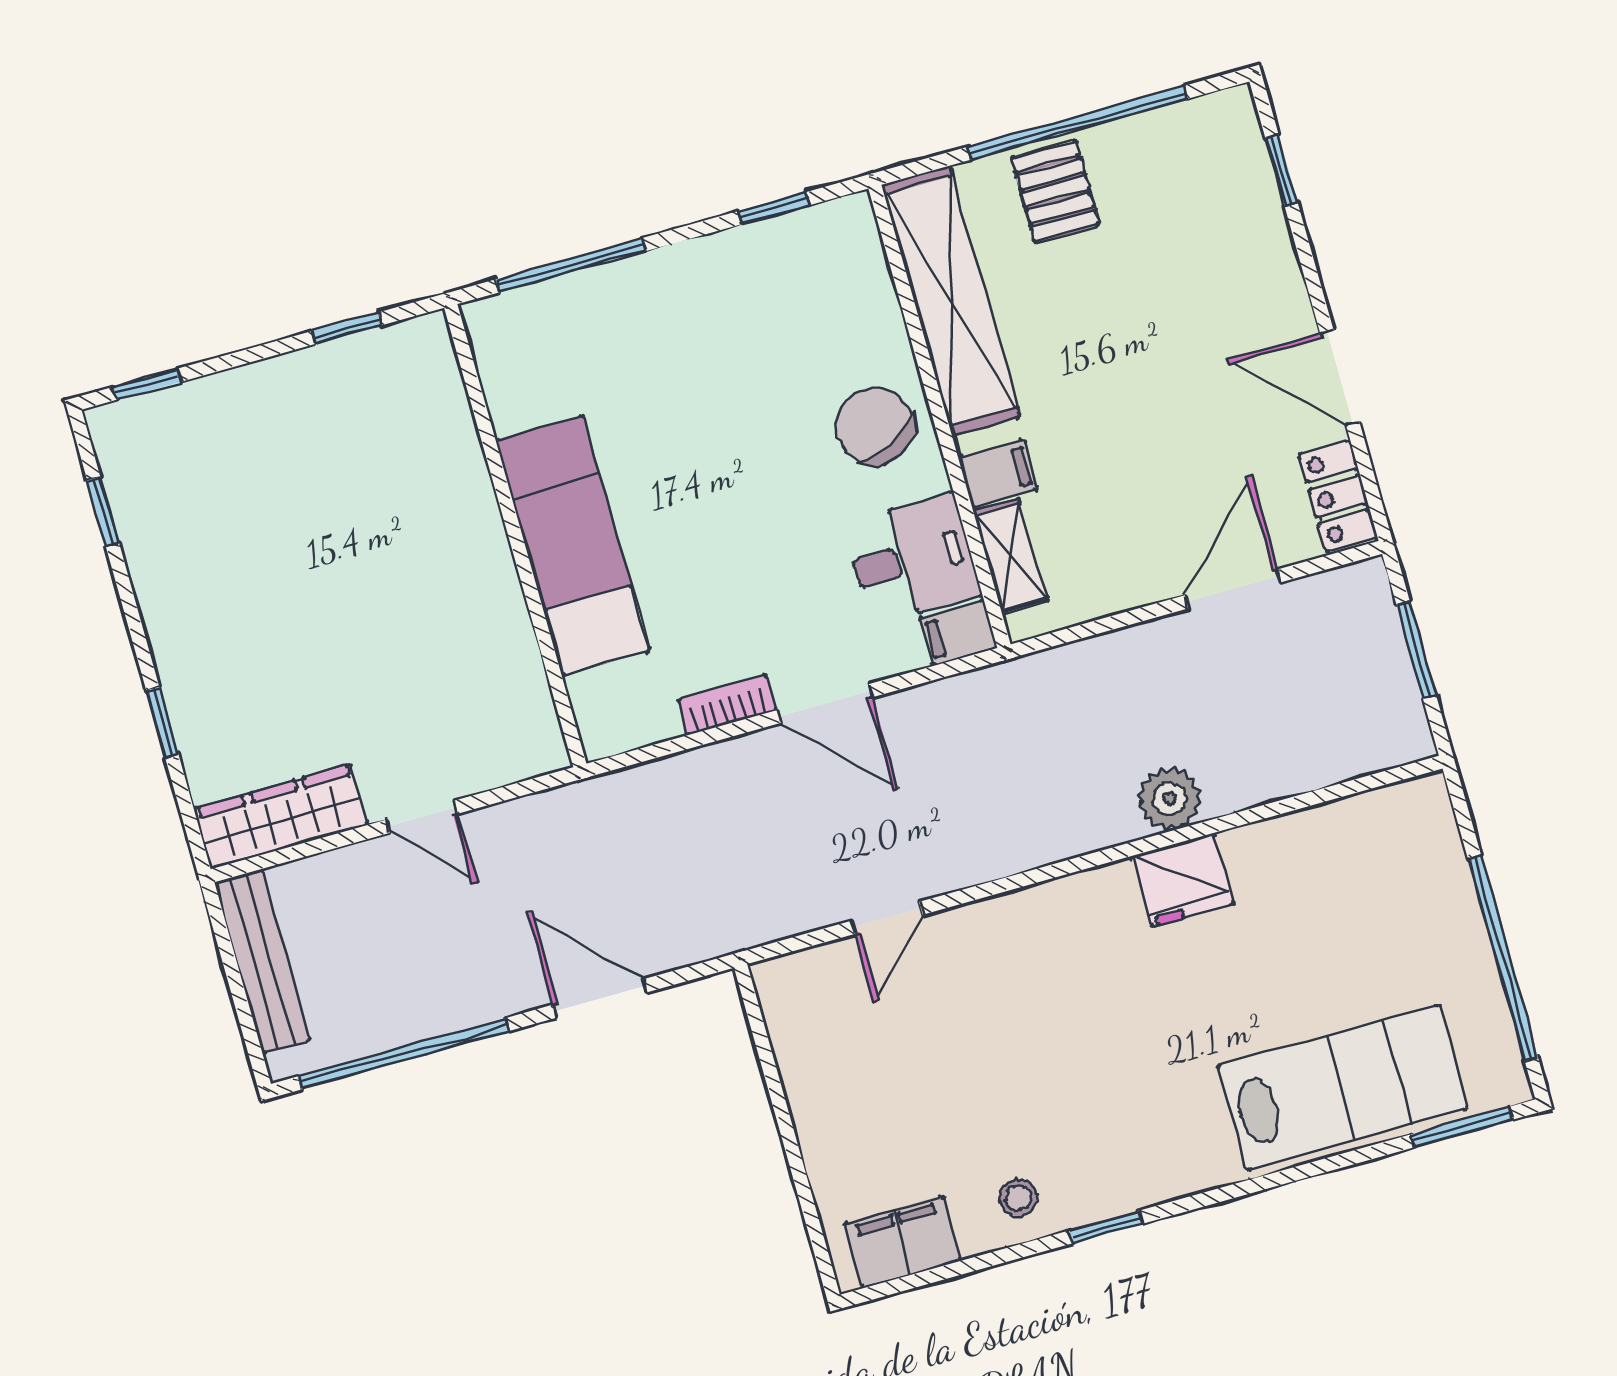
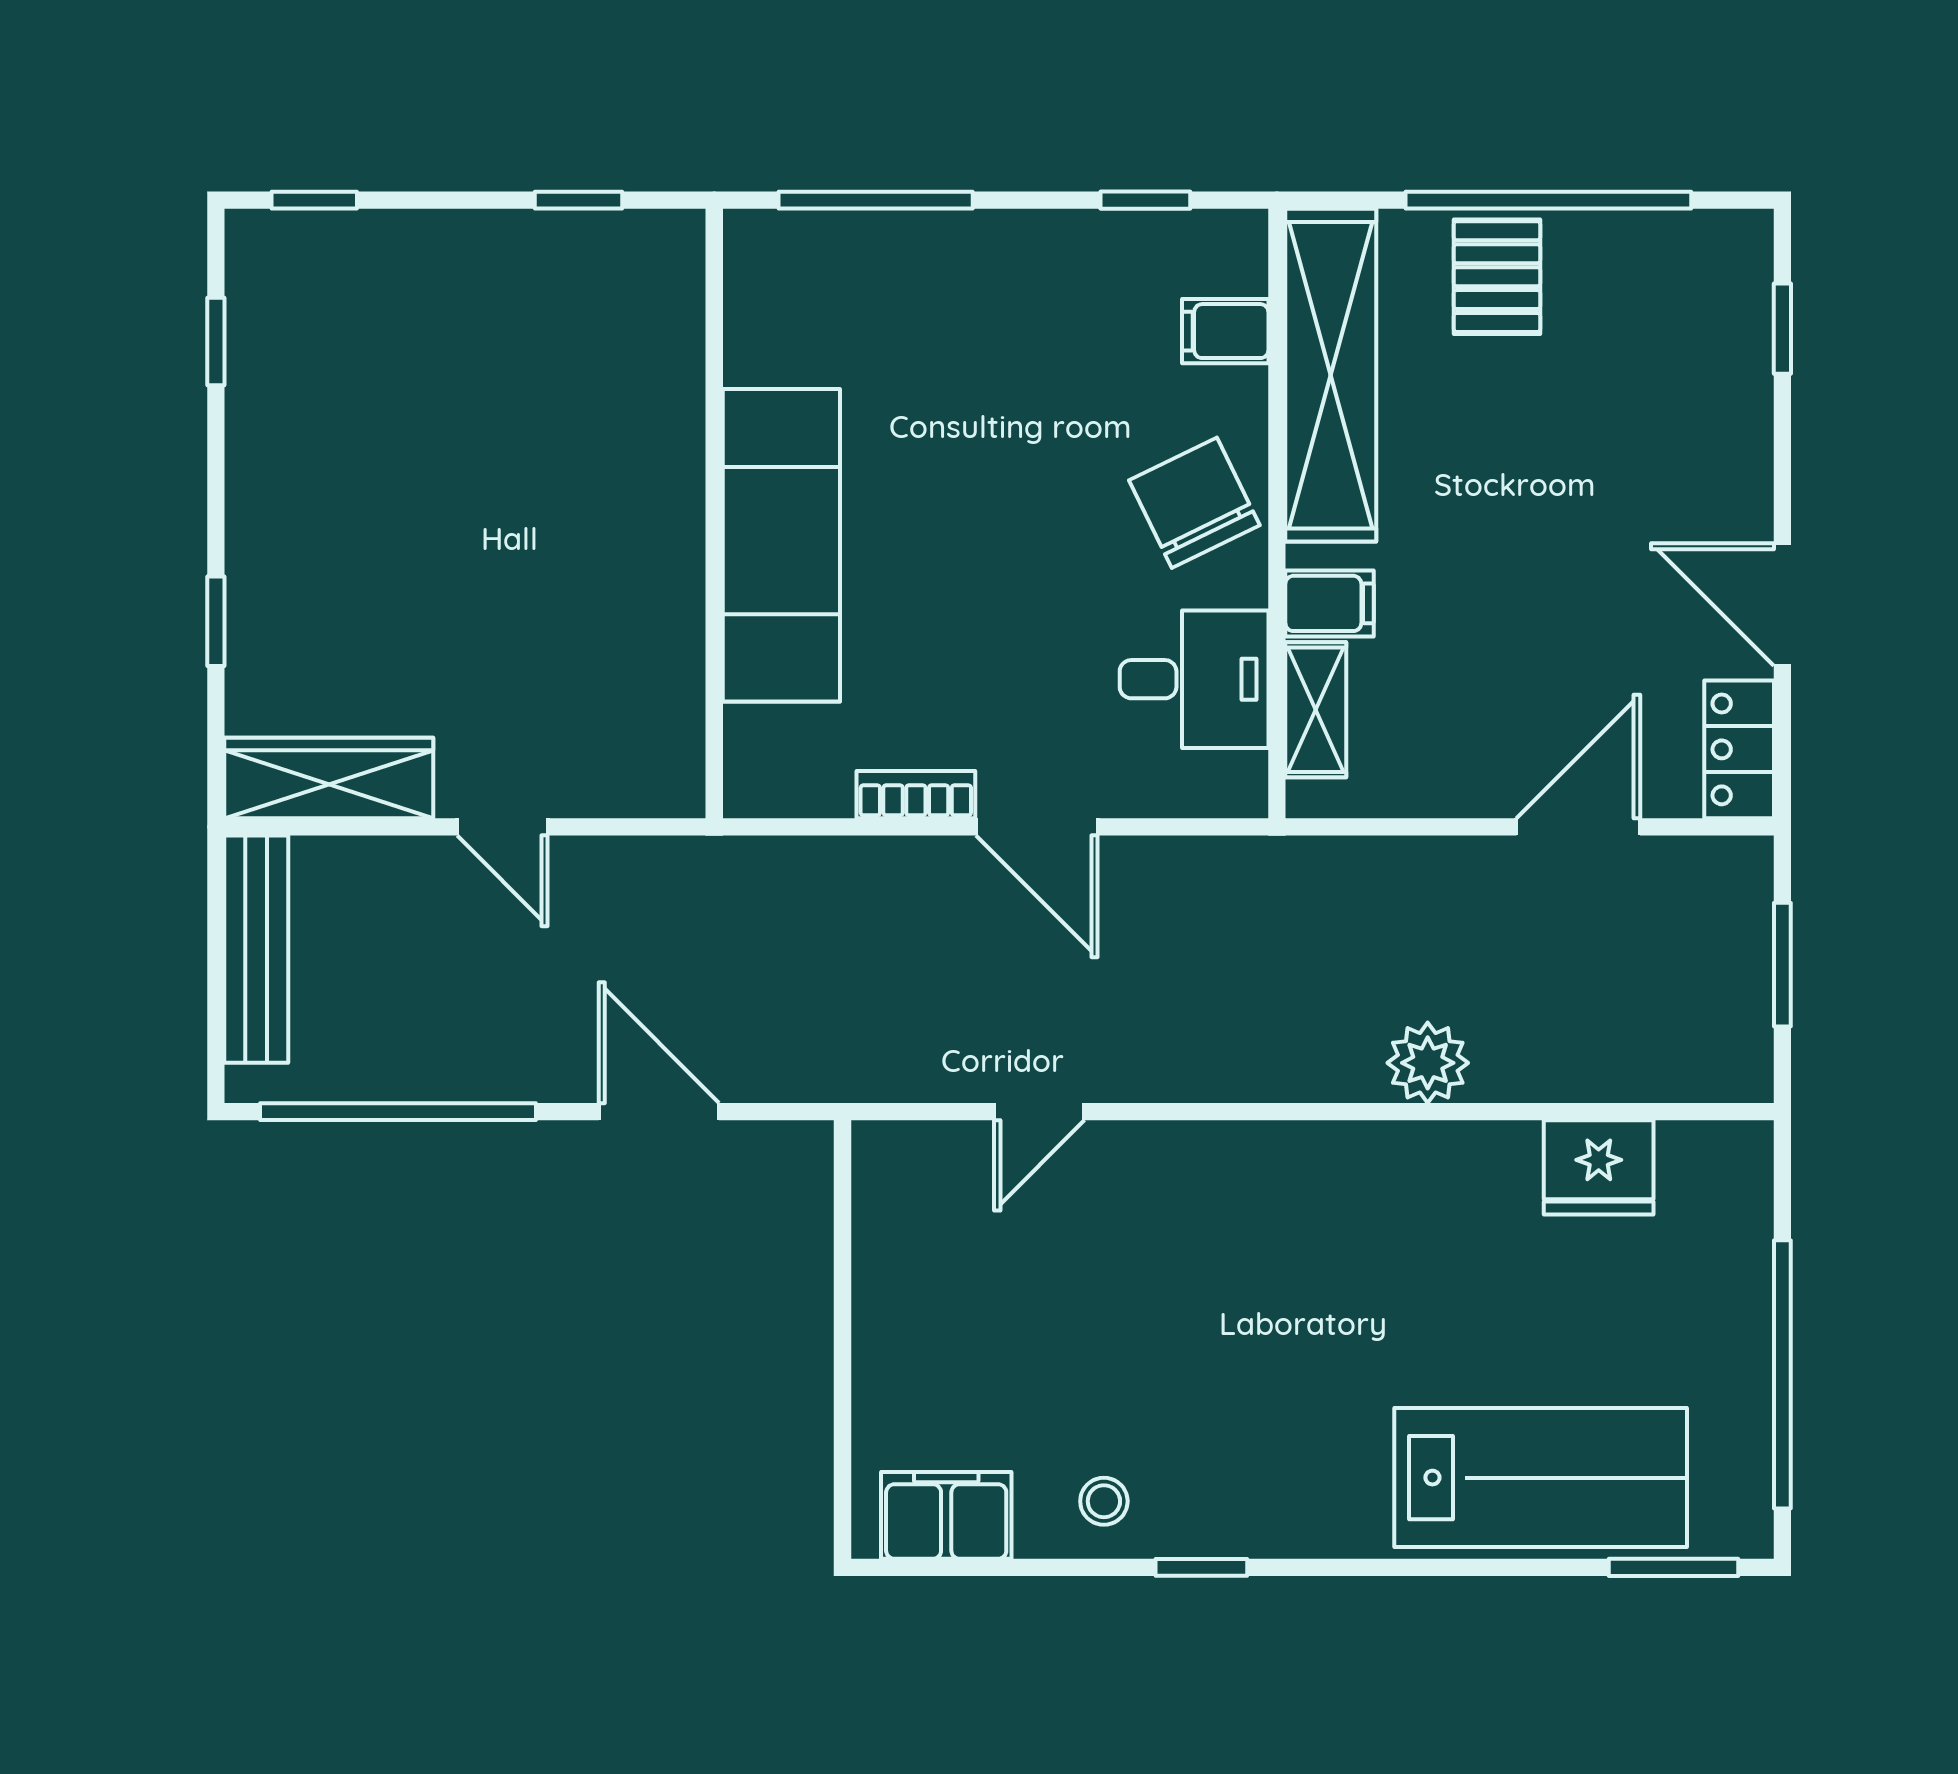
filing cabinet: (958, 633) -> (1225, 331), moved
fridge: (1183, 880) -> (1599, 1167), moved

